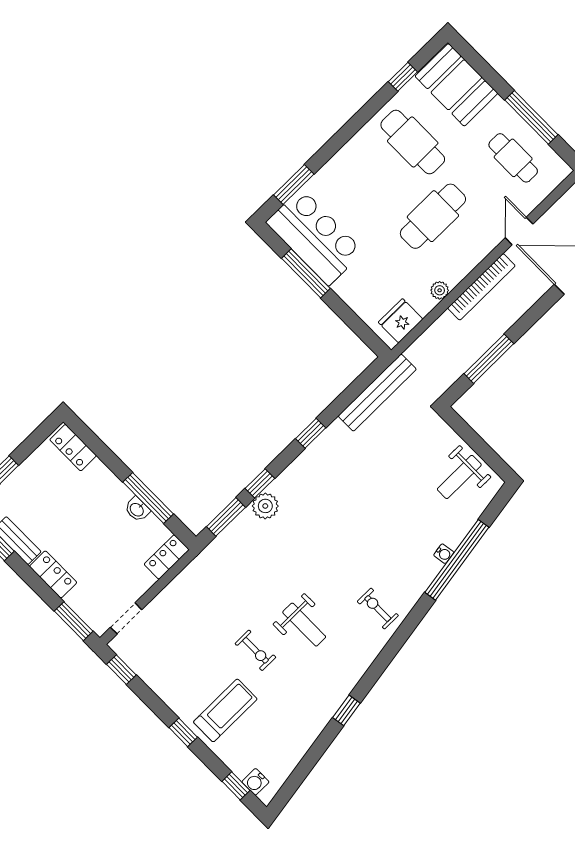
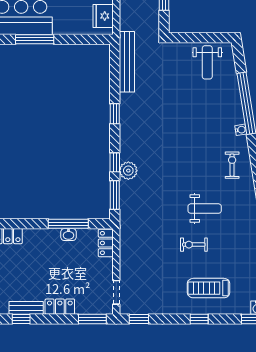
water cooler: (444, 554) -> (241, 130), moved
exercise bike: (378, 609) -> (232, 165), turned 90
exercise bike: (255, 650) -> (194, 245), turned 180
treadmill: (225, 710) -> (209, 288), turned -90

